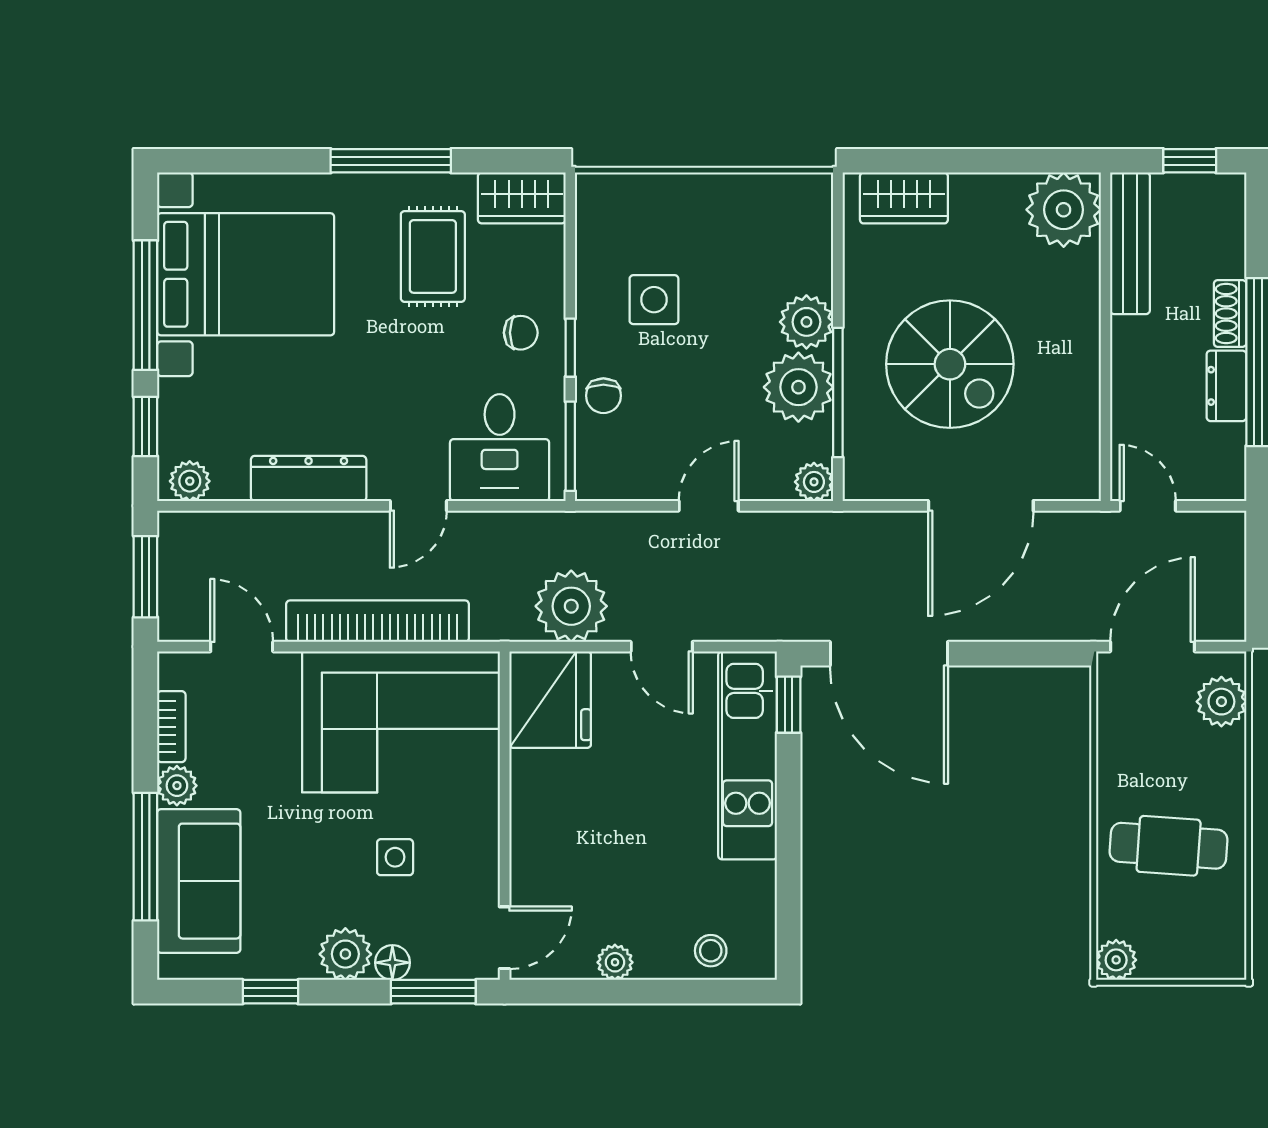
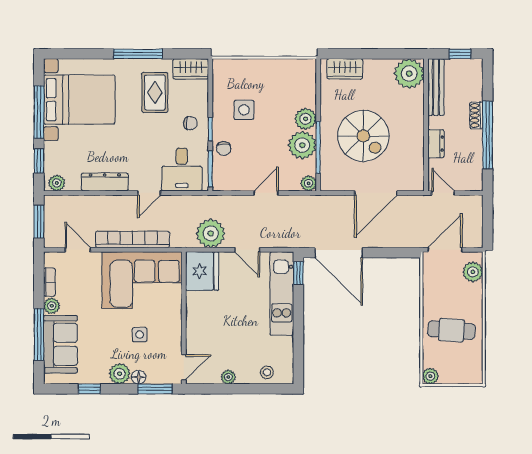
dresser: (1226, 386) -> (436, 144), moved, turned 180

